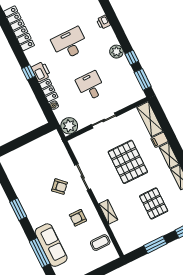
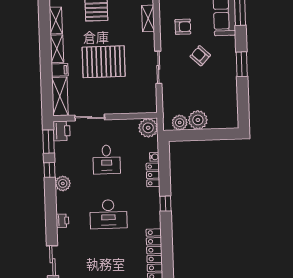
printer: (41, 72) -> (62, 131), moved, turned 180
sliding door: (104, 120) -> (90, 118), moved
plant: (46, 141) -> (180, 123), added
plant: (33, 150) -> (198, 120), added
pallet: (128, 162) -> (104, 62), turned 90
armchair: (60, 187) -> (200, 56), moved

